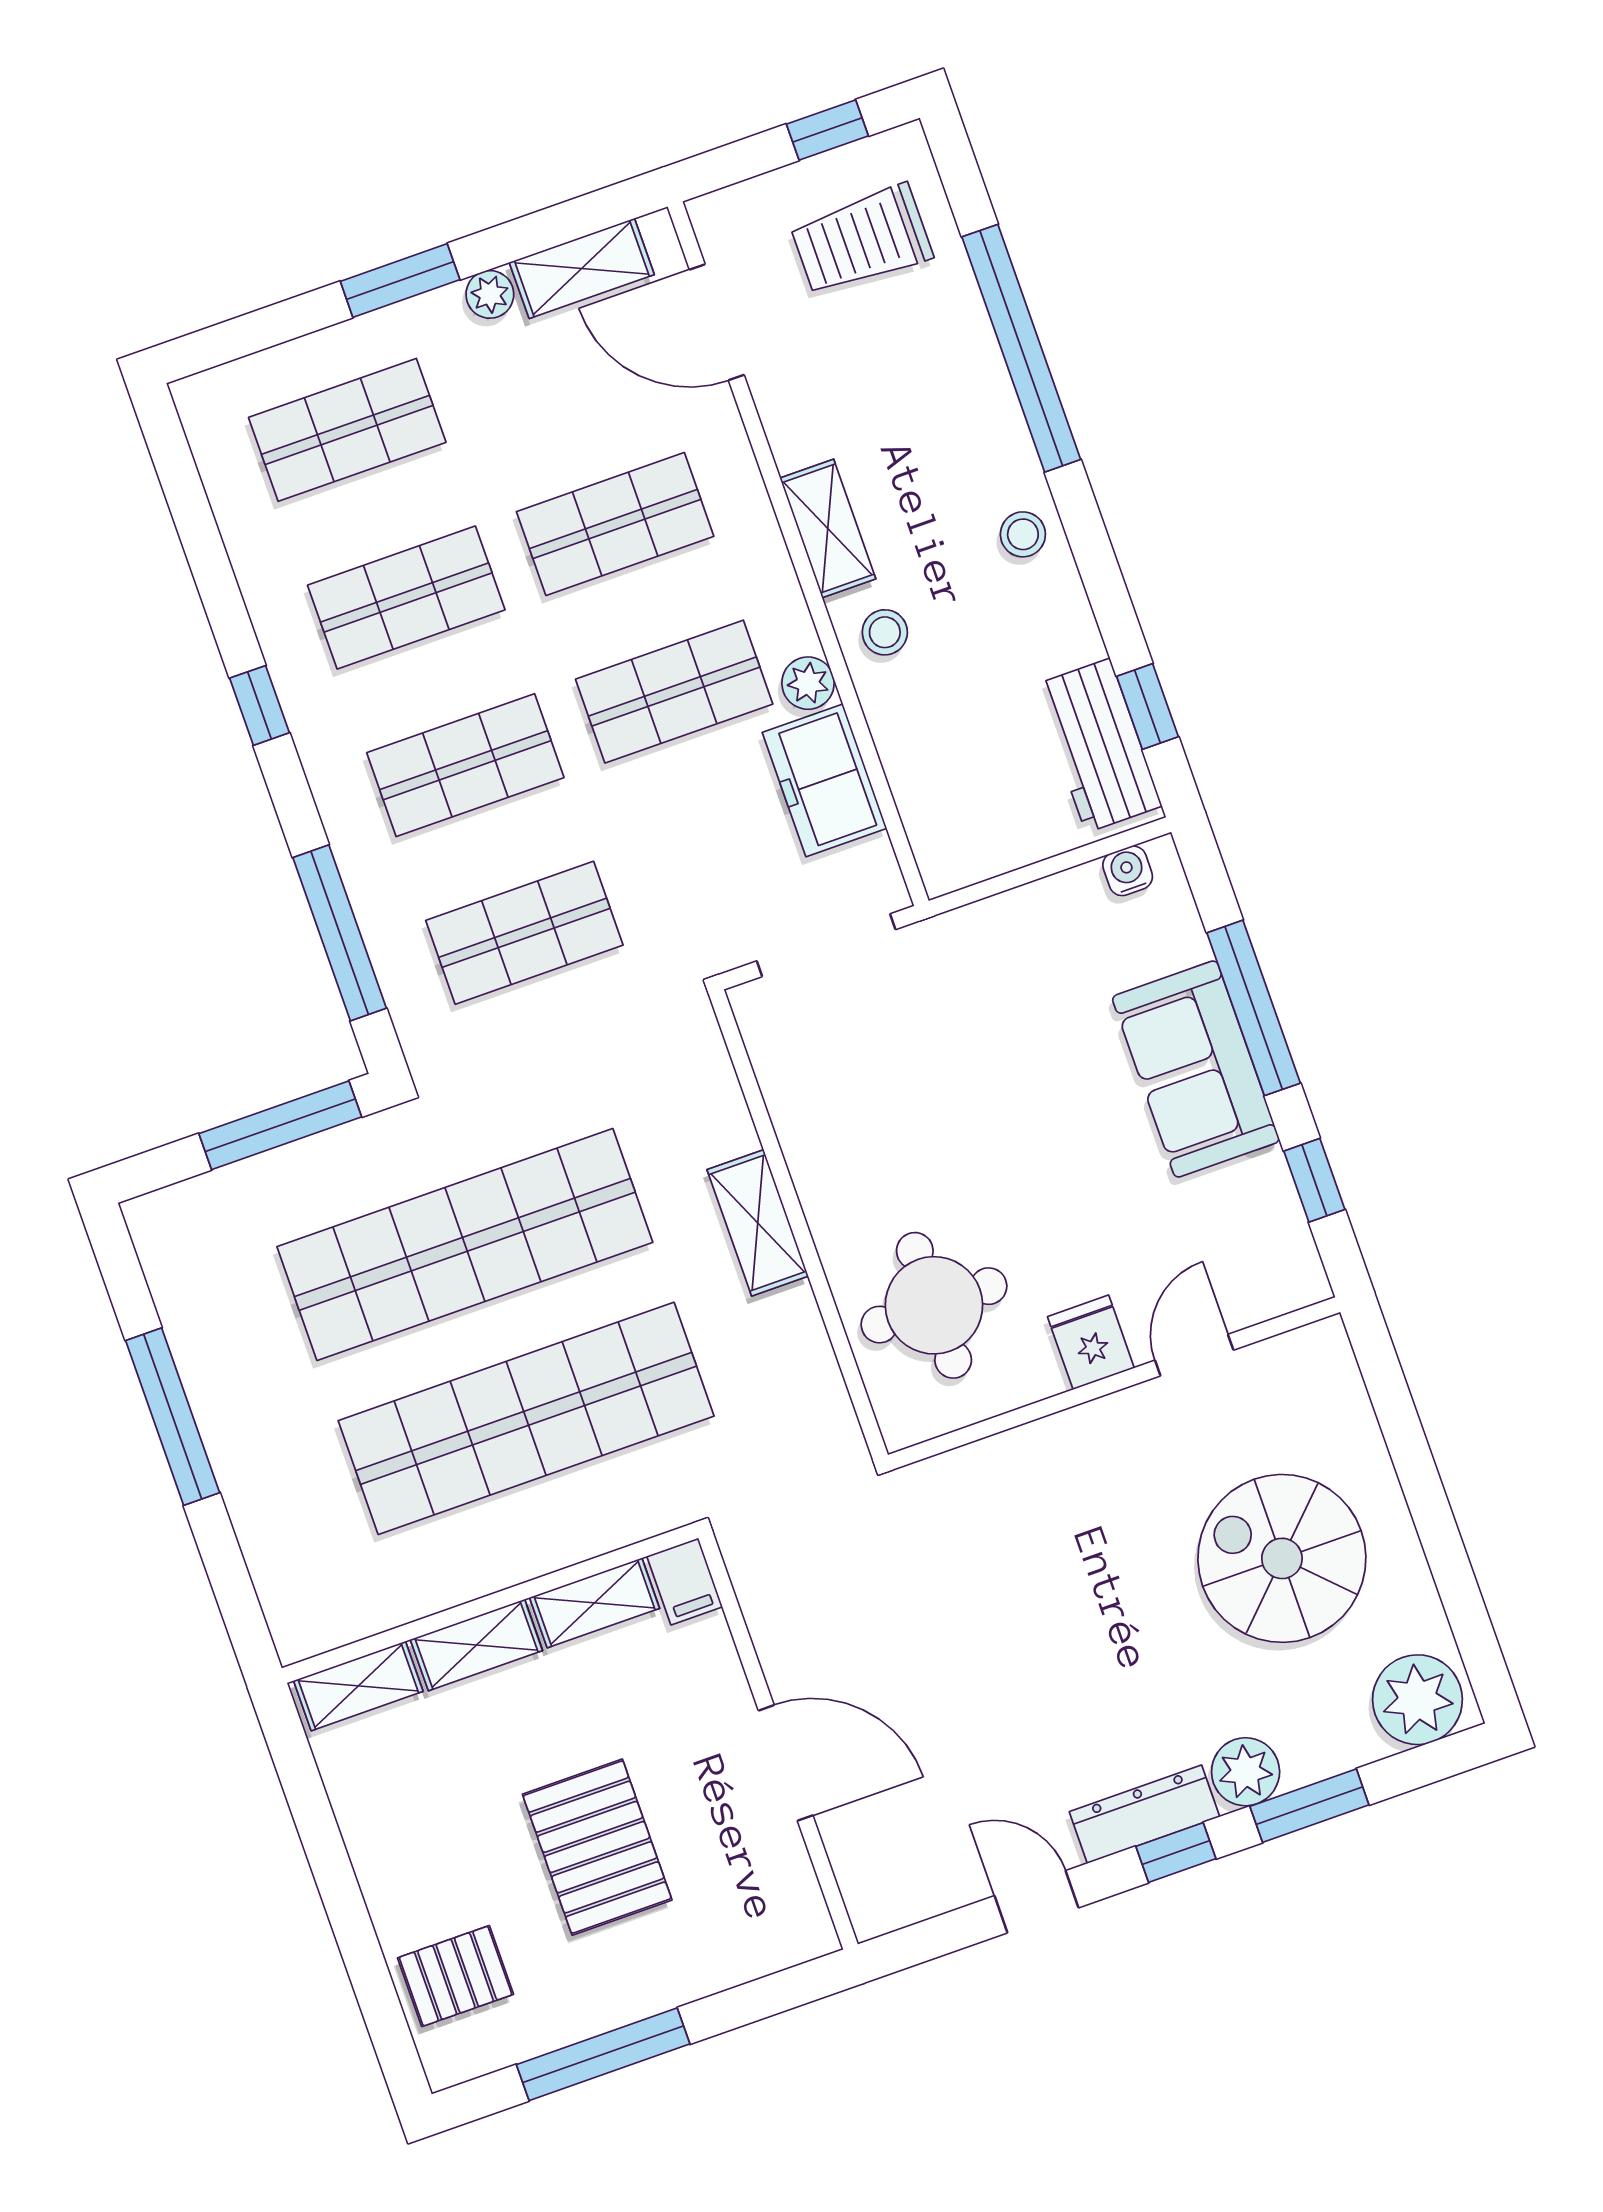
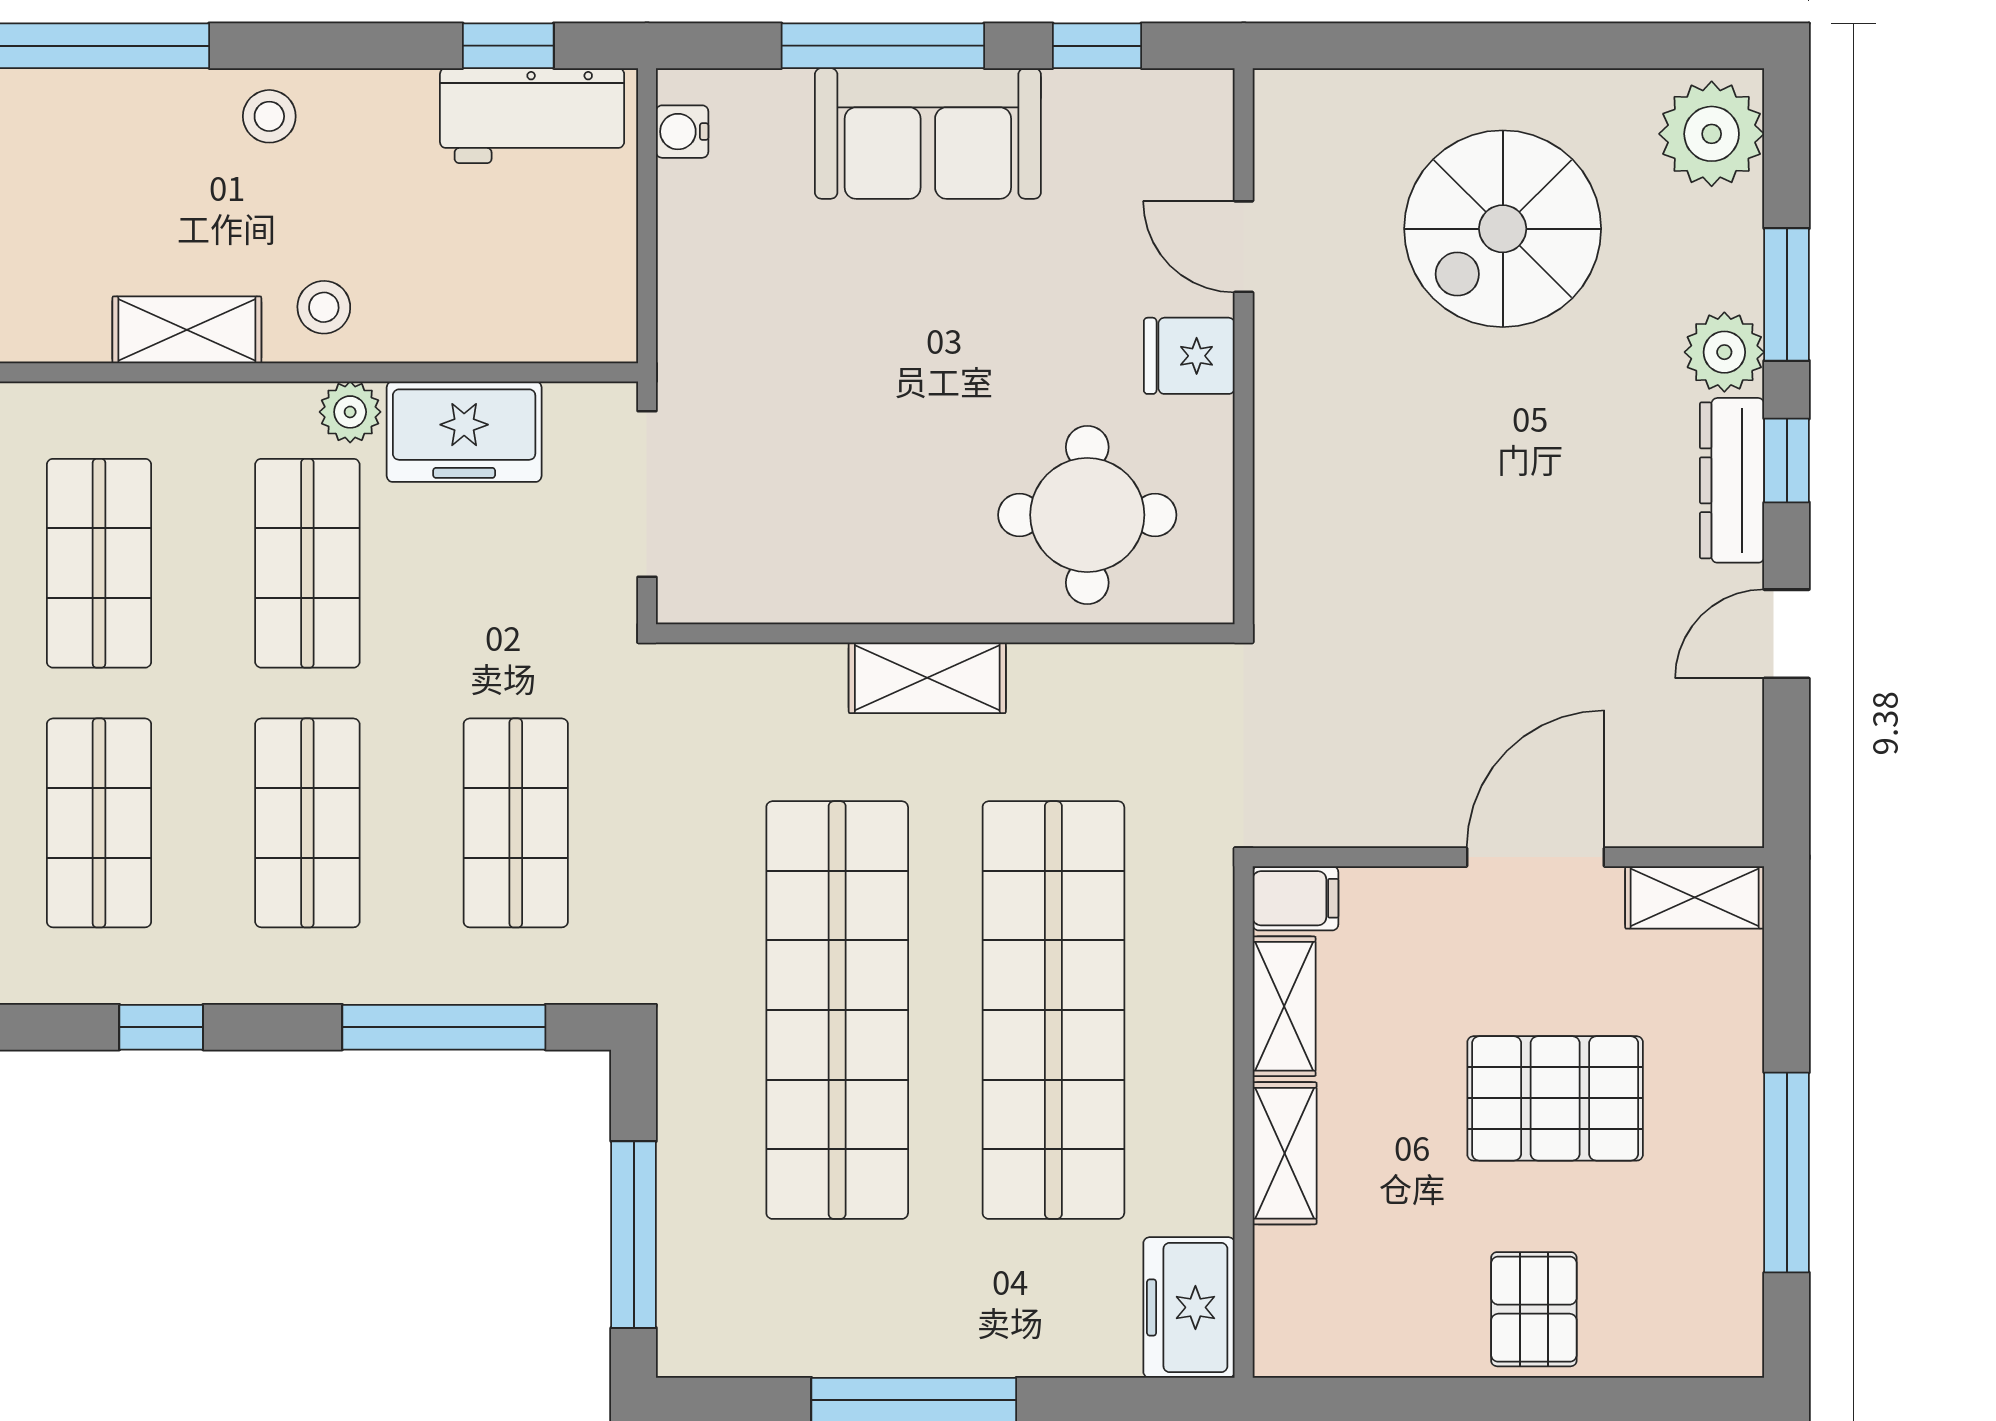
window: (280, 1125) -> (634, 1235), moved
freezer: (325, 1612) -> (1189, 1307), added
shelving: (358, 1686) -> (1695, 897), moved, turned 90
pallet: (456, 1976) -> (1534, 1309), moved

